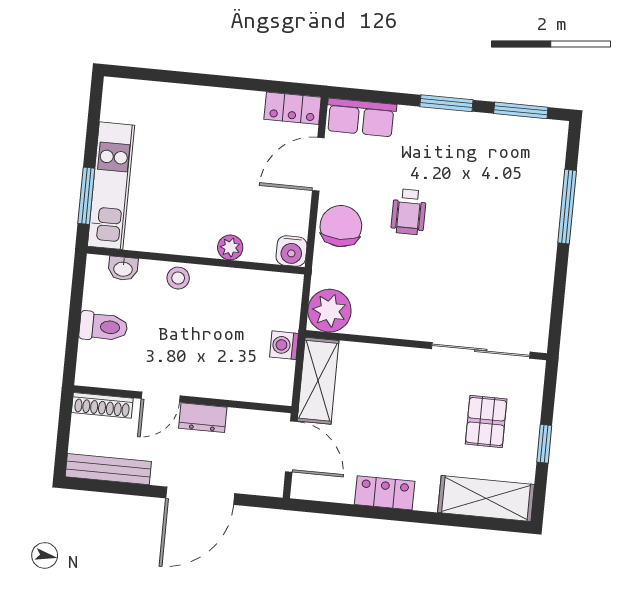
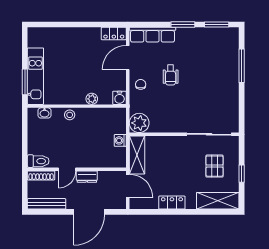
row of seats: (361, 117) -> (152, 35), width x1.48
chair: (341, 226) -> (141, 84), width x0.54, depth x0.54
toilet: (103, 327) -> (38, 161), moved

